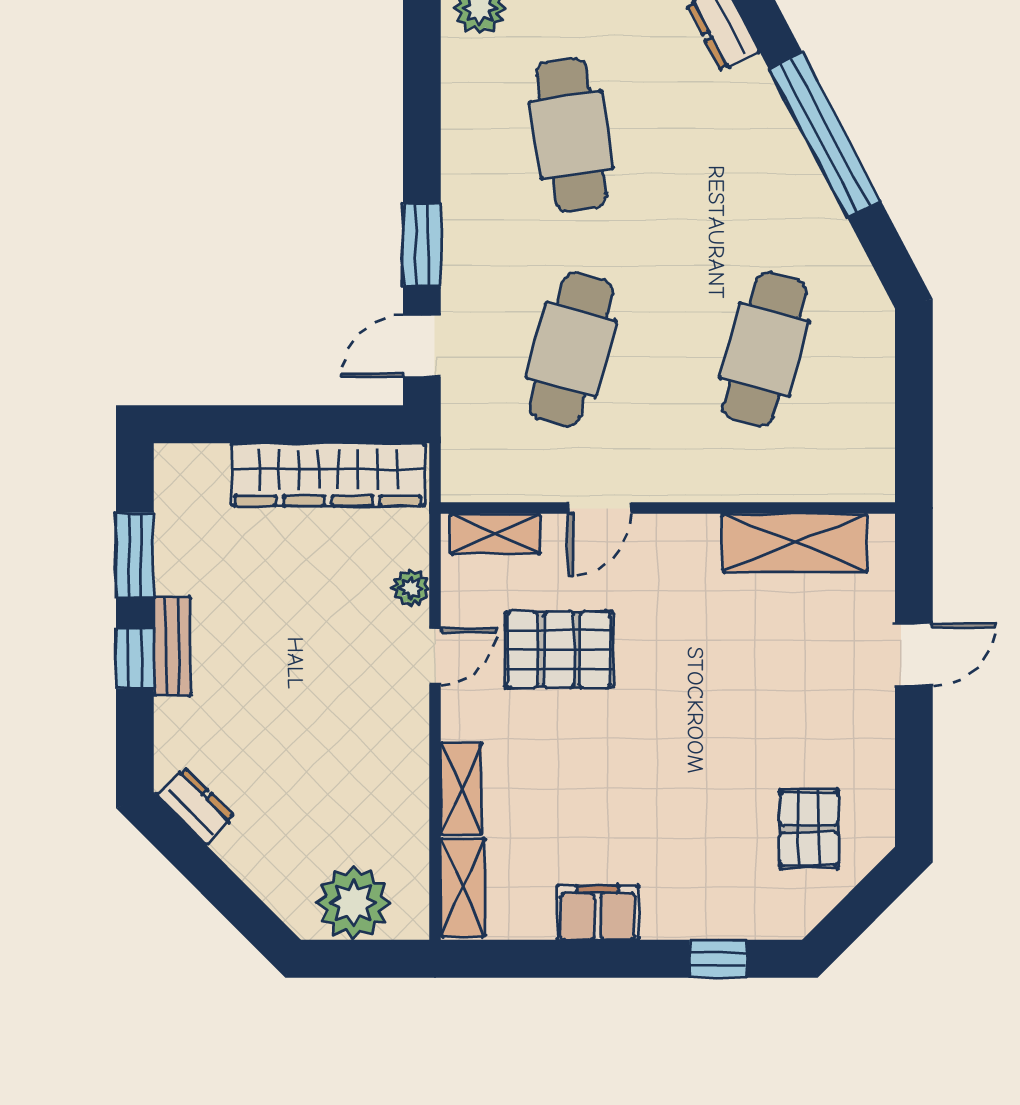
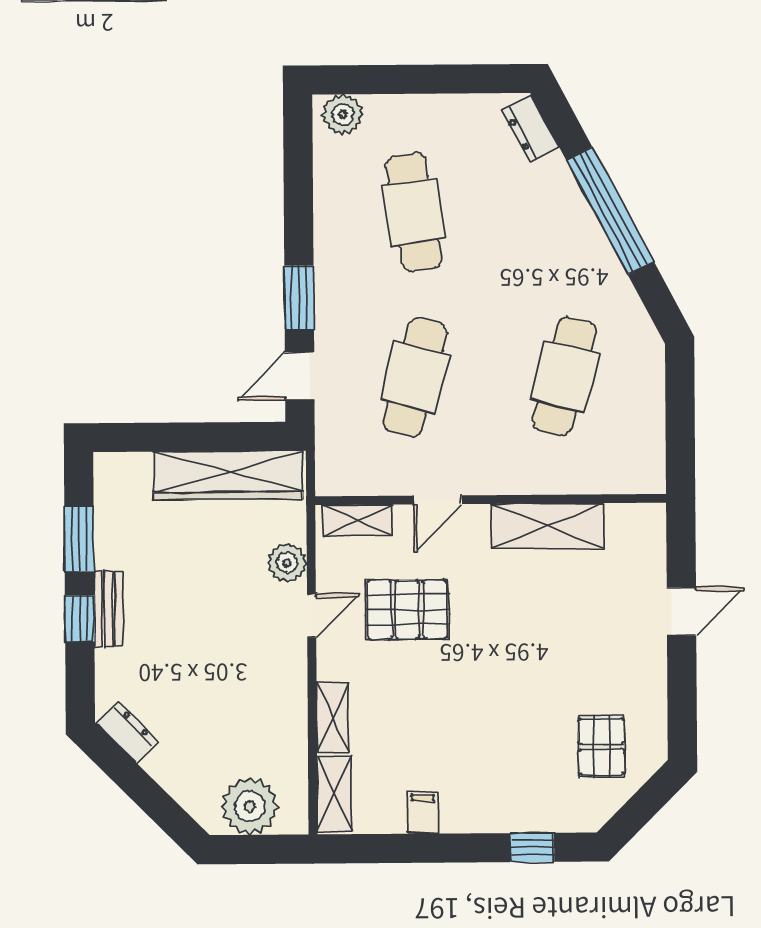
shelving: (795, 543) -> (547, 526), moved
plant: (411, 588) -> (287, 563), width x1.38, depth x1.38
filing cabinet: (598, 913) -> (423, 813), width x0.50

